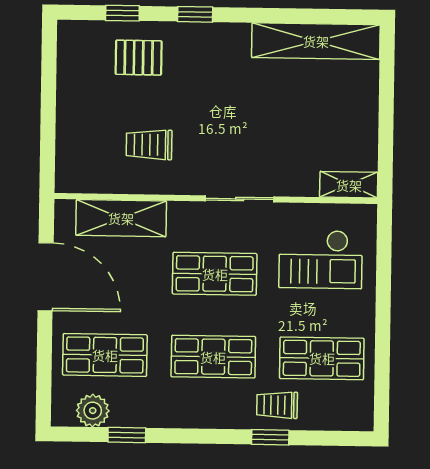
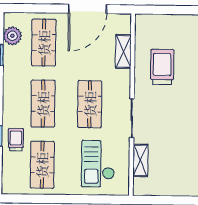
trolley: (149, 145) -> (162, 67), width x1.36, depth x1.39
shelving: (349, 185) -> (140, 160), moved
shelving: (121, 218) -> (123, 51), width x0.67, depth x0.75

